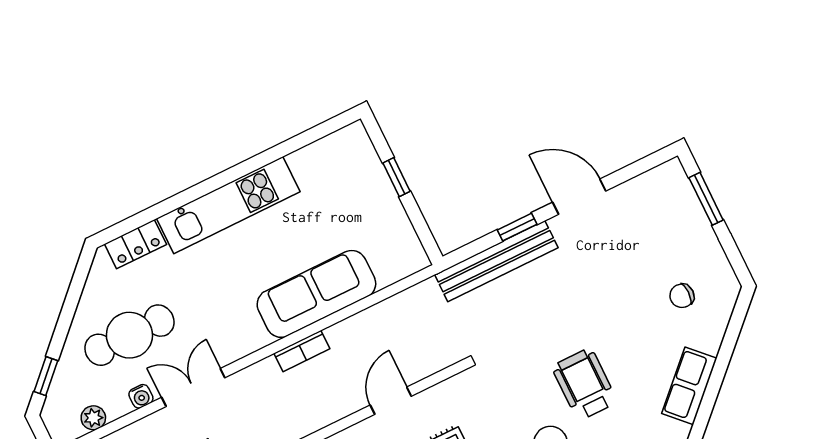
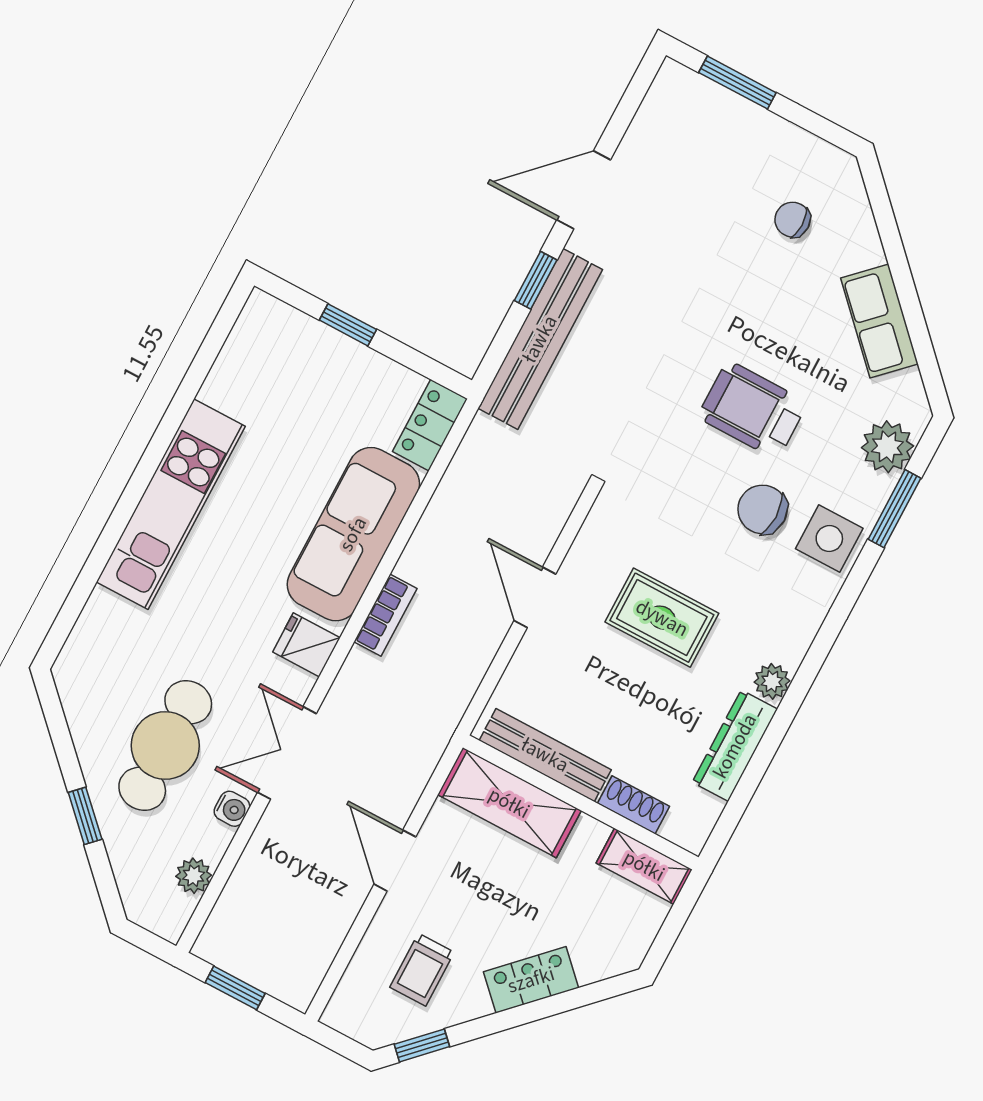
locker: (135, 244) -> (430, 425), moved, turned 180
chair: (682, 296) -> (793, 220), turned 90
fridge: (247, 336) -> (306, 645), added
window: (46, 376) -> (85, 816), moved

